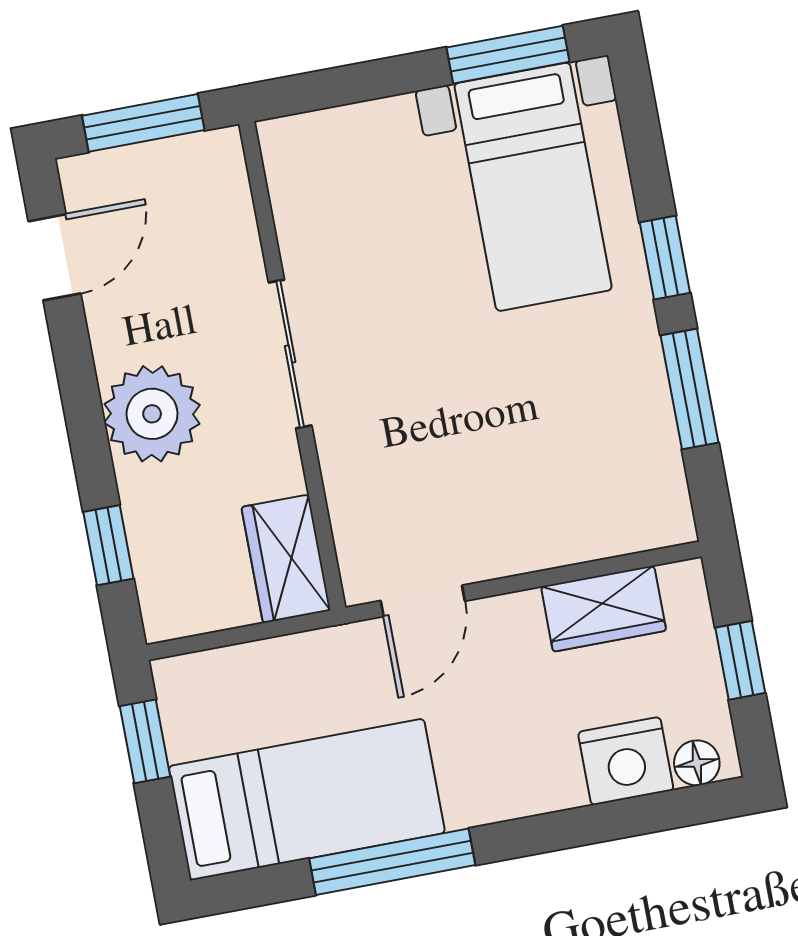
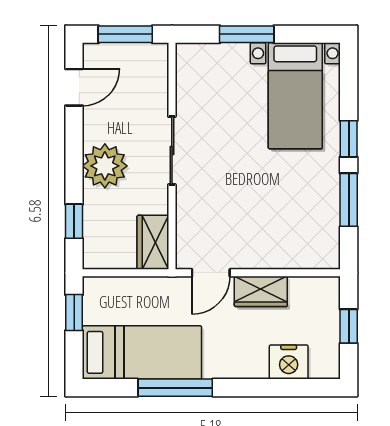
window: (508, 55) -> (247, 34), moved
wardrobe: (604, 609) -> (261, 291), moved
floor lamp: (697, 763) -> (320, 369), removed

